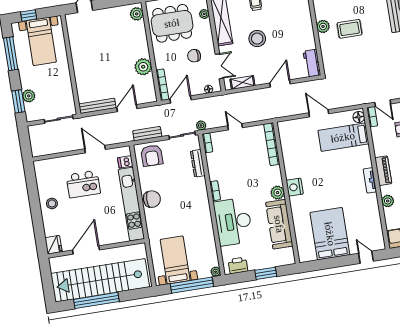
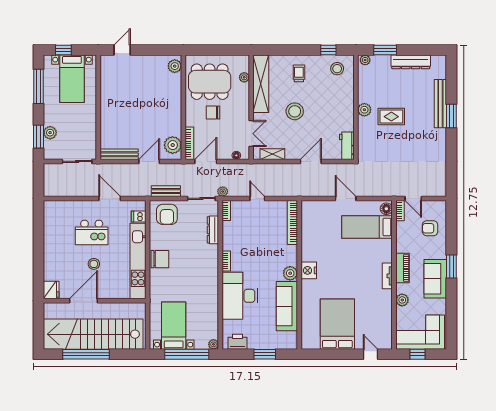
chair: (194, 56) -> (213, 112), moved
plant: (143, 67) -> (173, 145), moved
stool: (52, 203) -> (94, 264), moved

